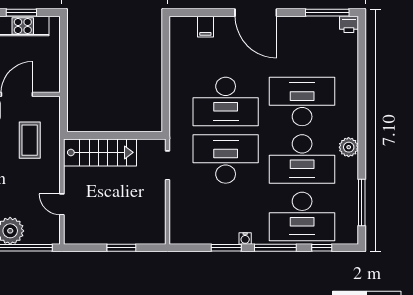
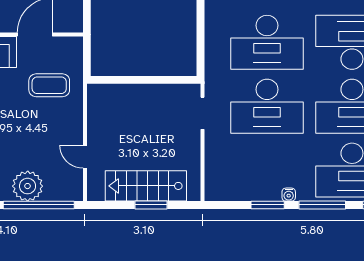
coffee table: (30, 140) -> (49, 85), turned 90
stairs: (100, 152) -> (146, 186), moved, turned 180
desk: (226, 159) -> (267, 106), turned 180

